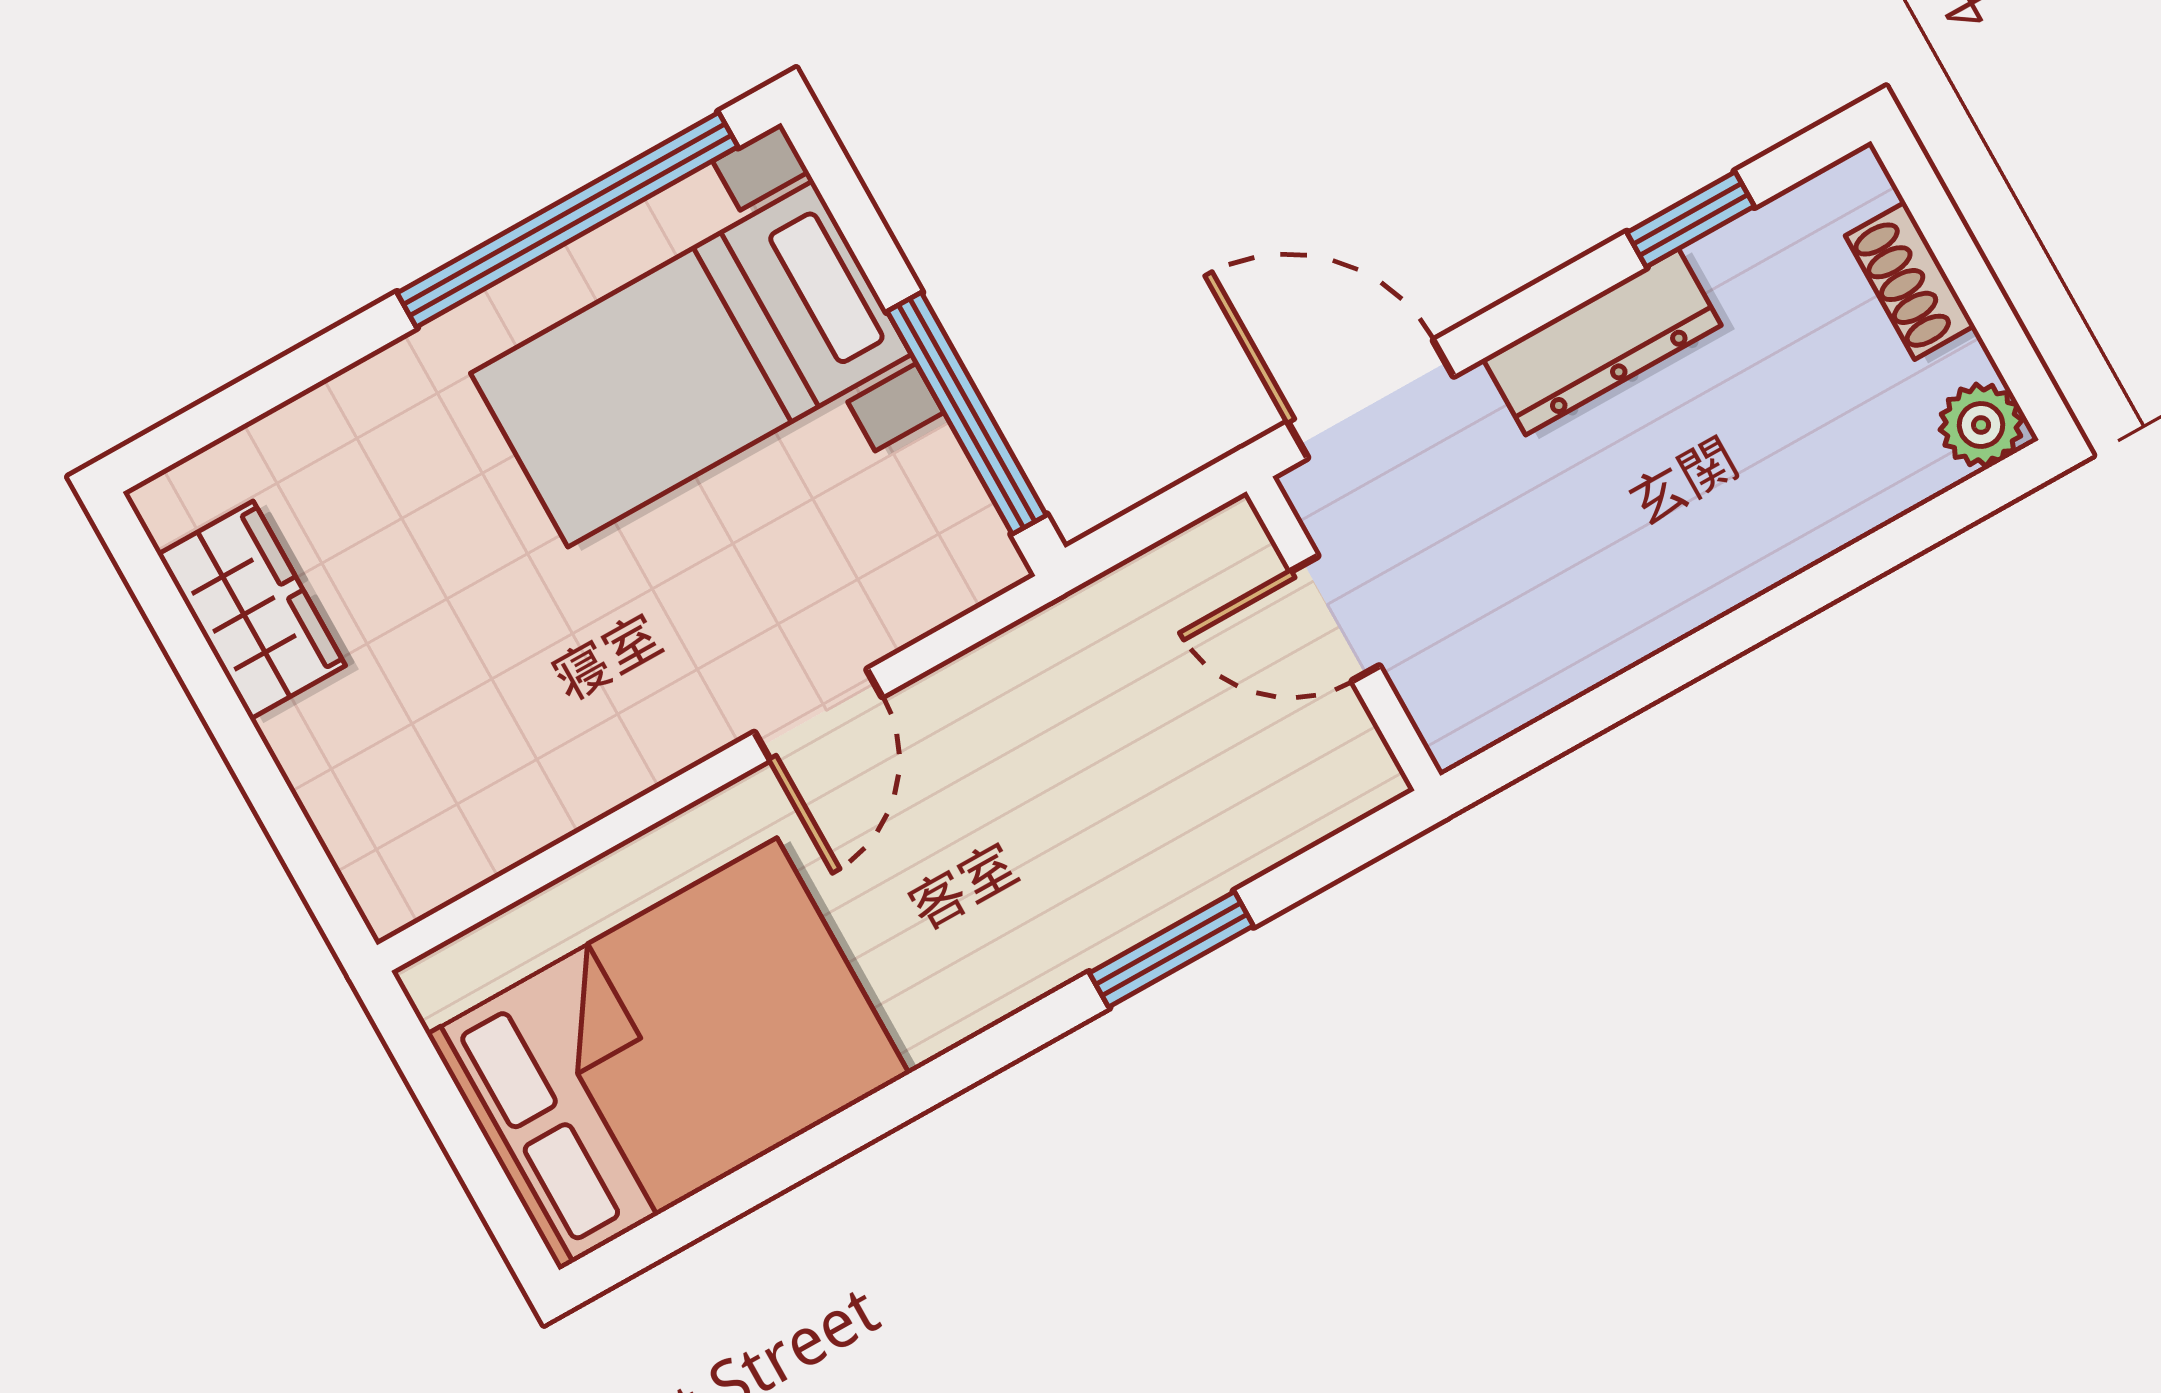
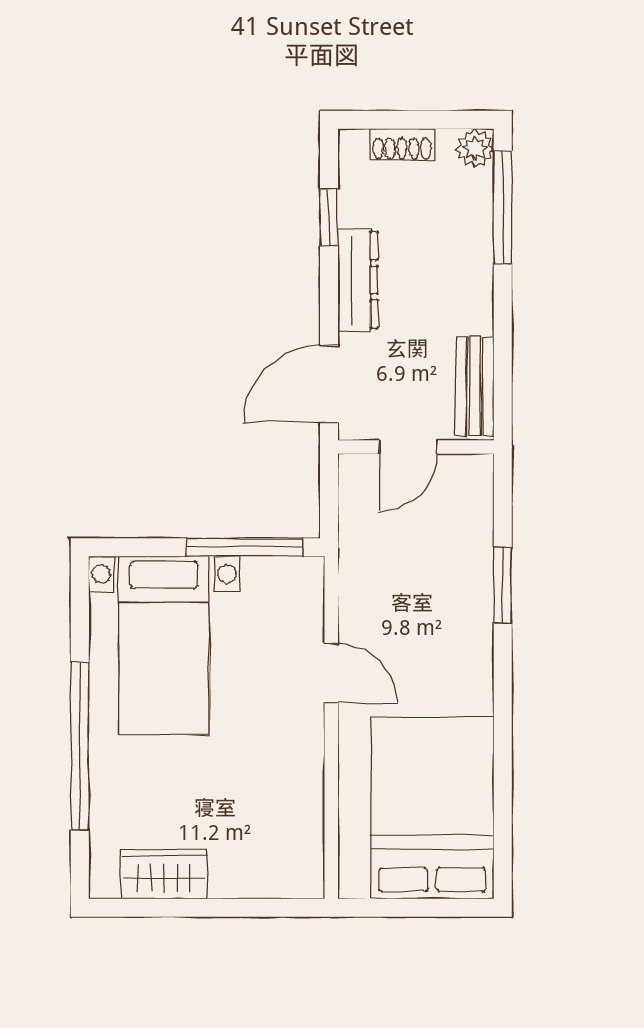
window: (568, 220) -> (80, 746), moved
window: (1898, 542) -> (503, 207), added
bench: (1524, 681) -> (475, 386), added

